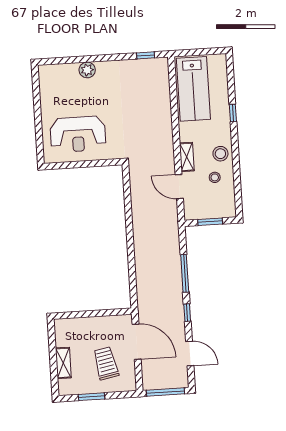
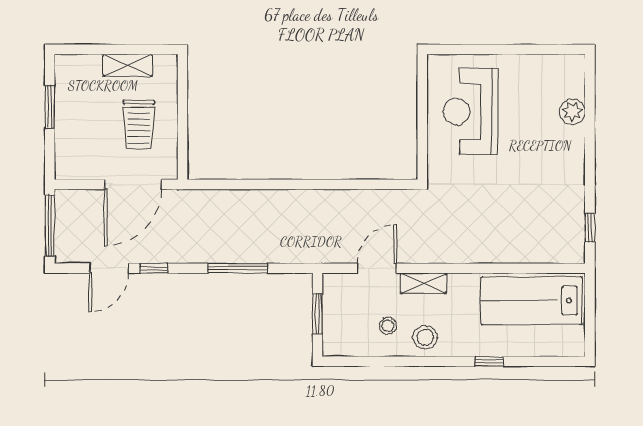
plant: (87, 70) -> (572, 112), moved
window: (187, 313) -> (154, 268), moved
shelving: (63, 363) -> (128, 65), moved
trolley: (106, 363) -> (139, 124), moved, turned 101

